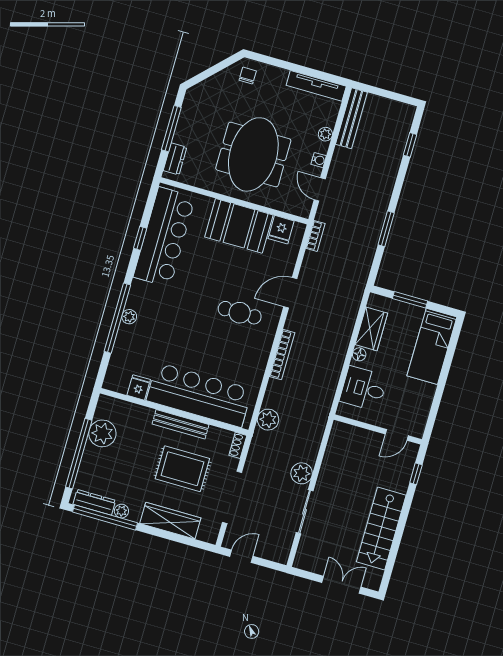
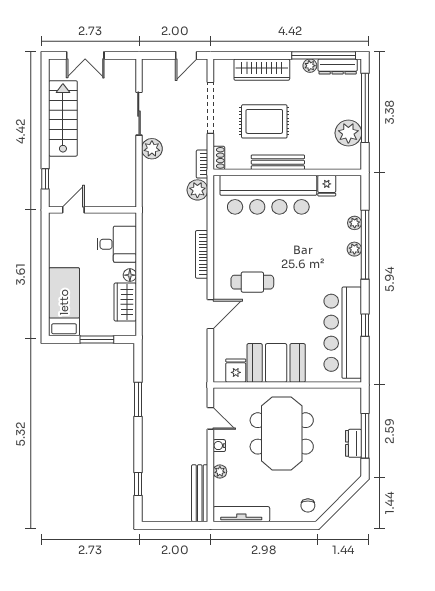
dresser: (175, 159) -> (353, 443), moved
bookcase: (315, 236) -> (202, 164), moved
plant: (122, 342) -> (355, 223), added

